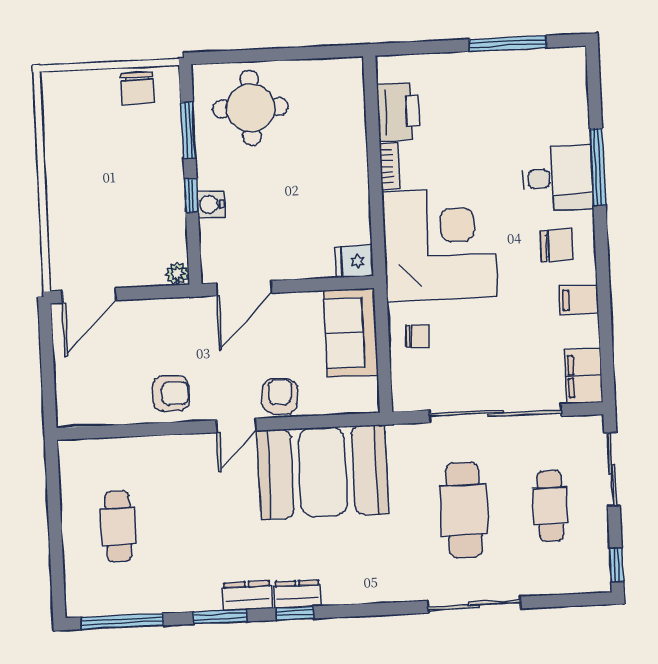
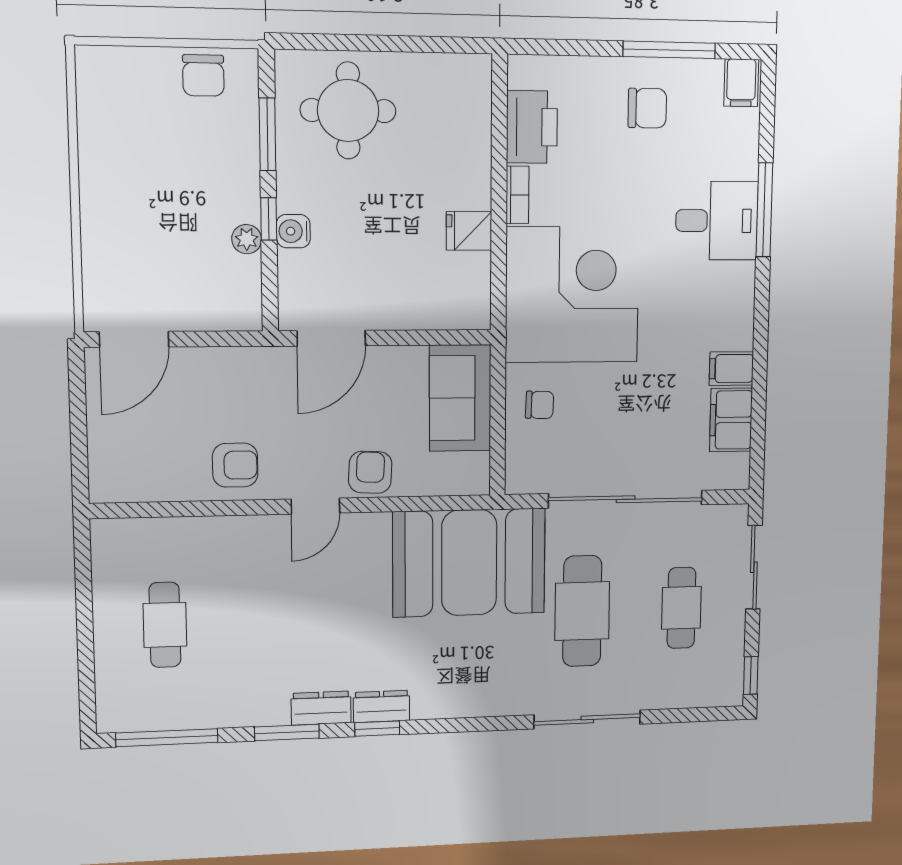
filing cabinet: (570, 65) -> (741, 83), added
chair: (557, 245) -> (647, 108), moved
fridge: (355, 261) -> (469, 231), moved
plant: (177, 274) -> (247, 239), moved
filing cabinet: (584, 376) -> (731, 420), moved
booth: (323, 472) -> (469, 563), moved

